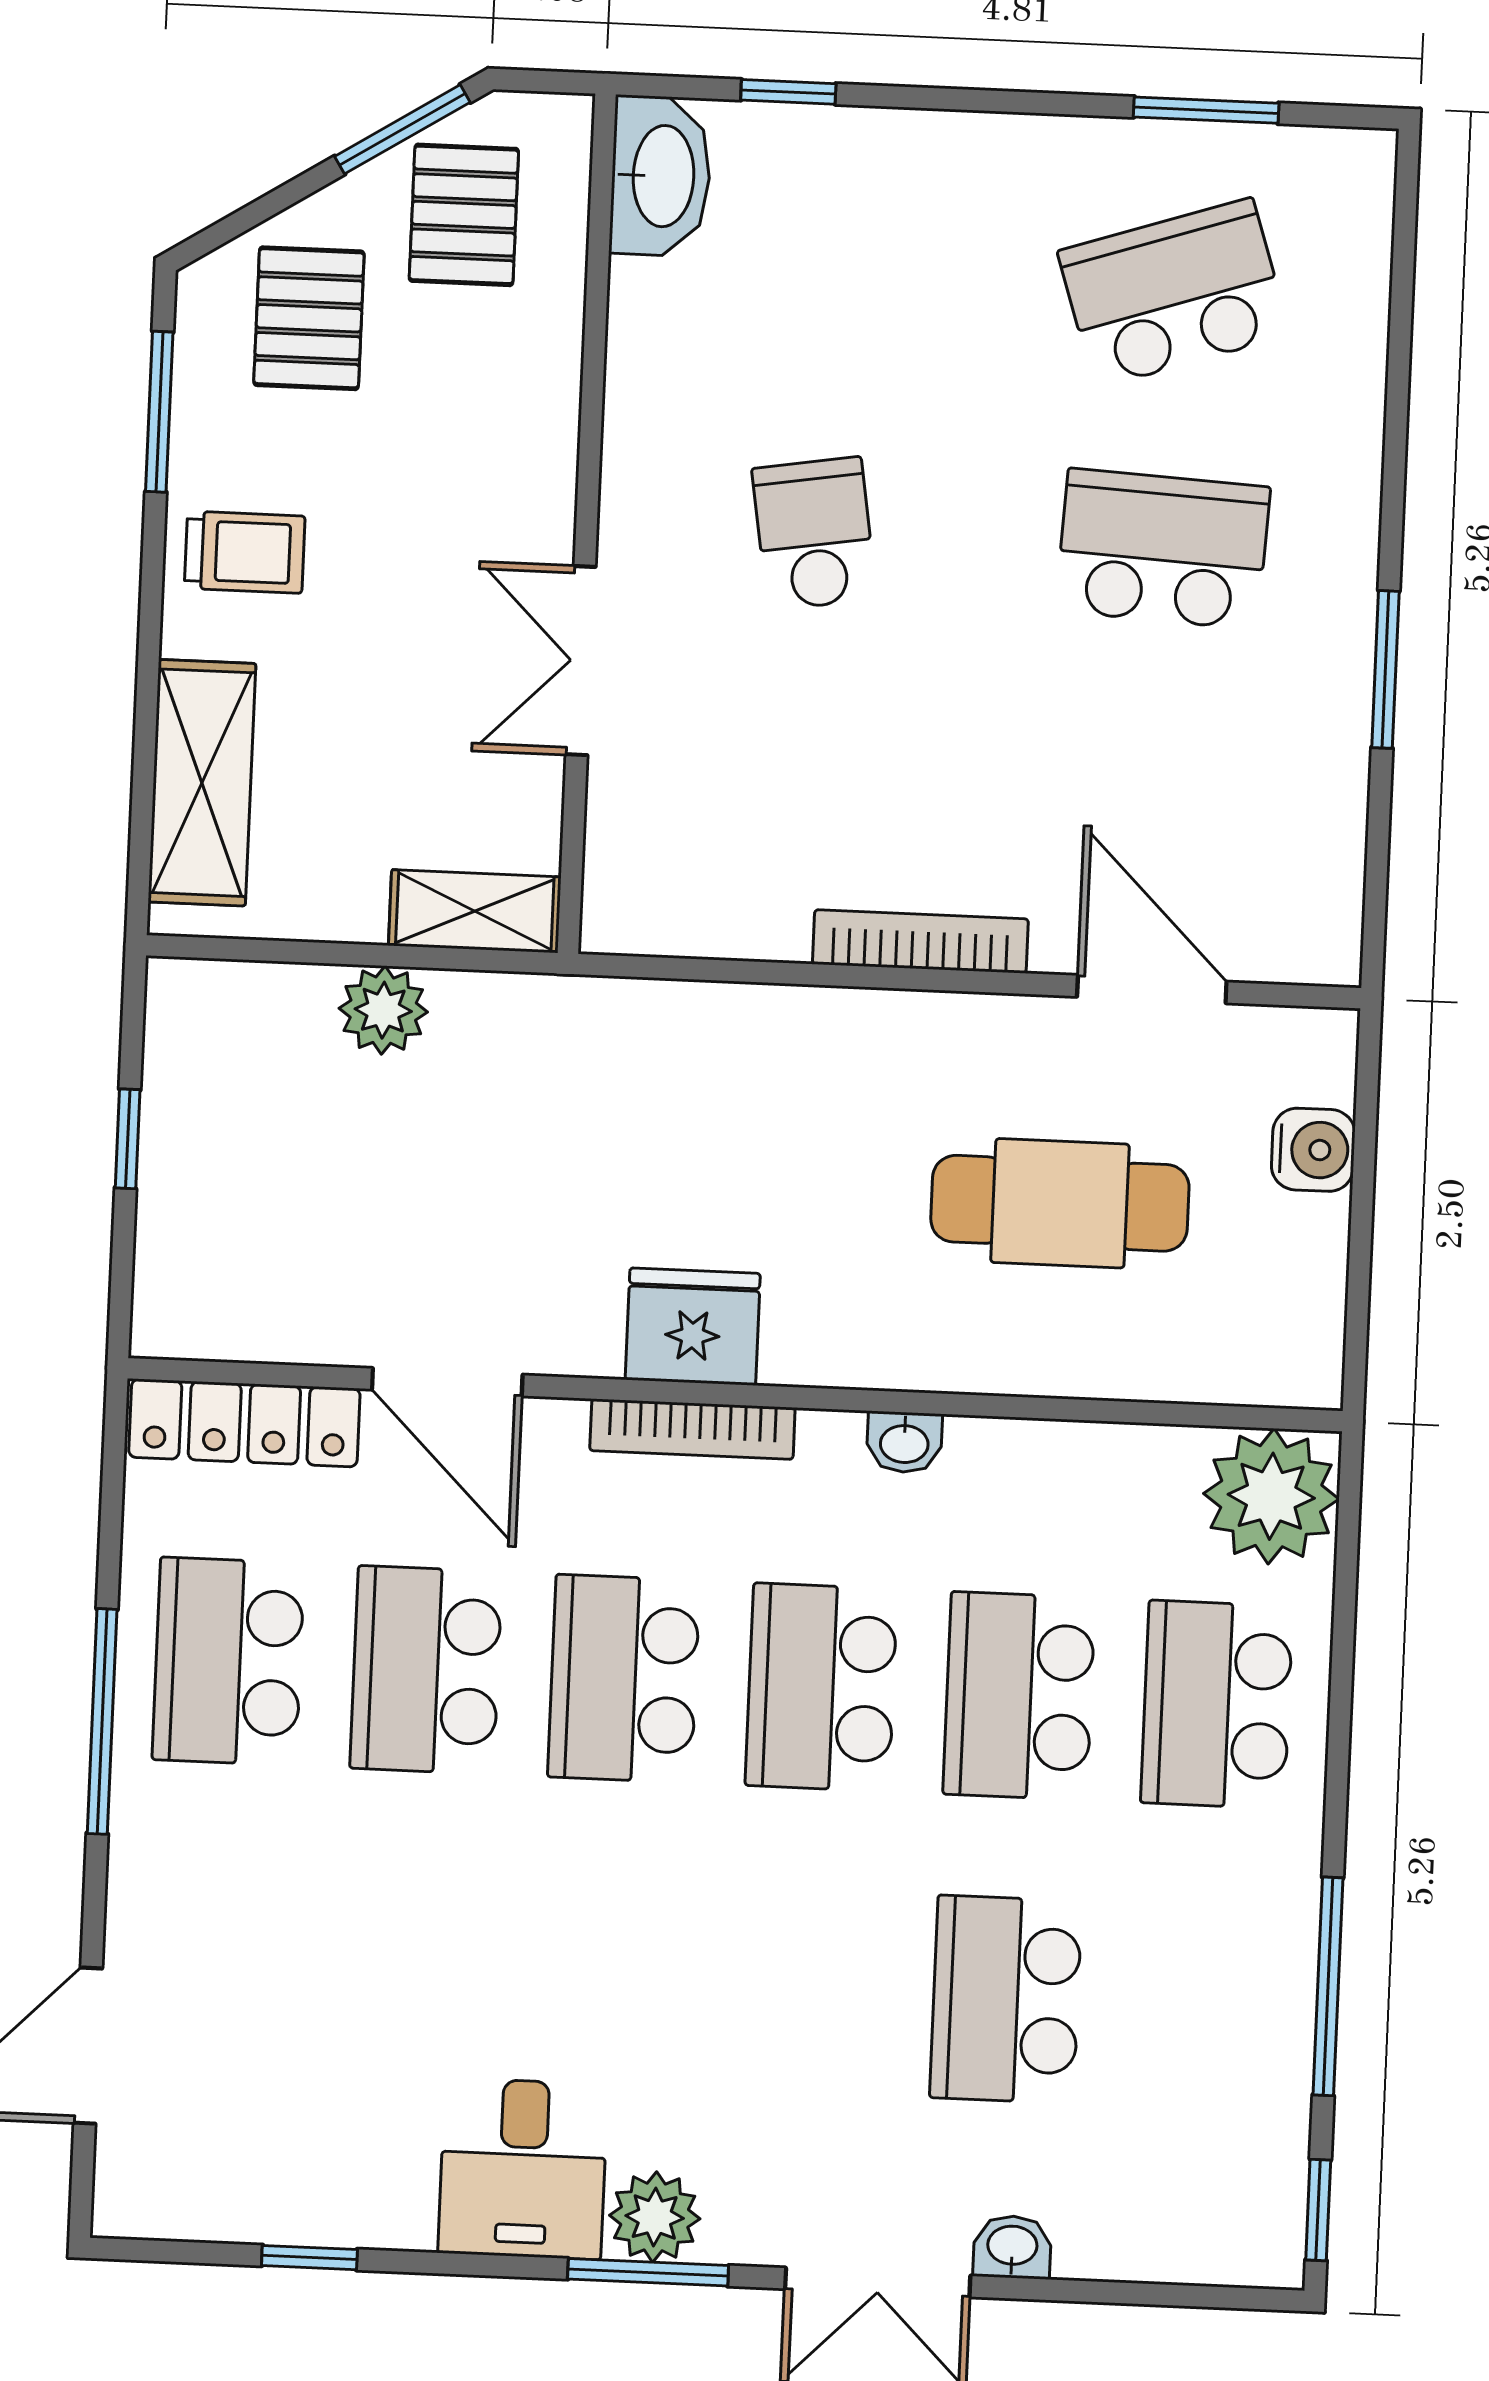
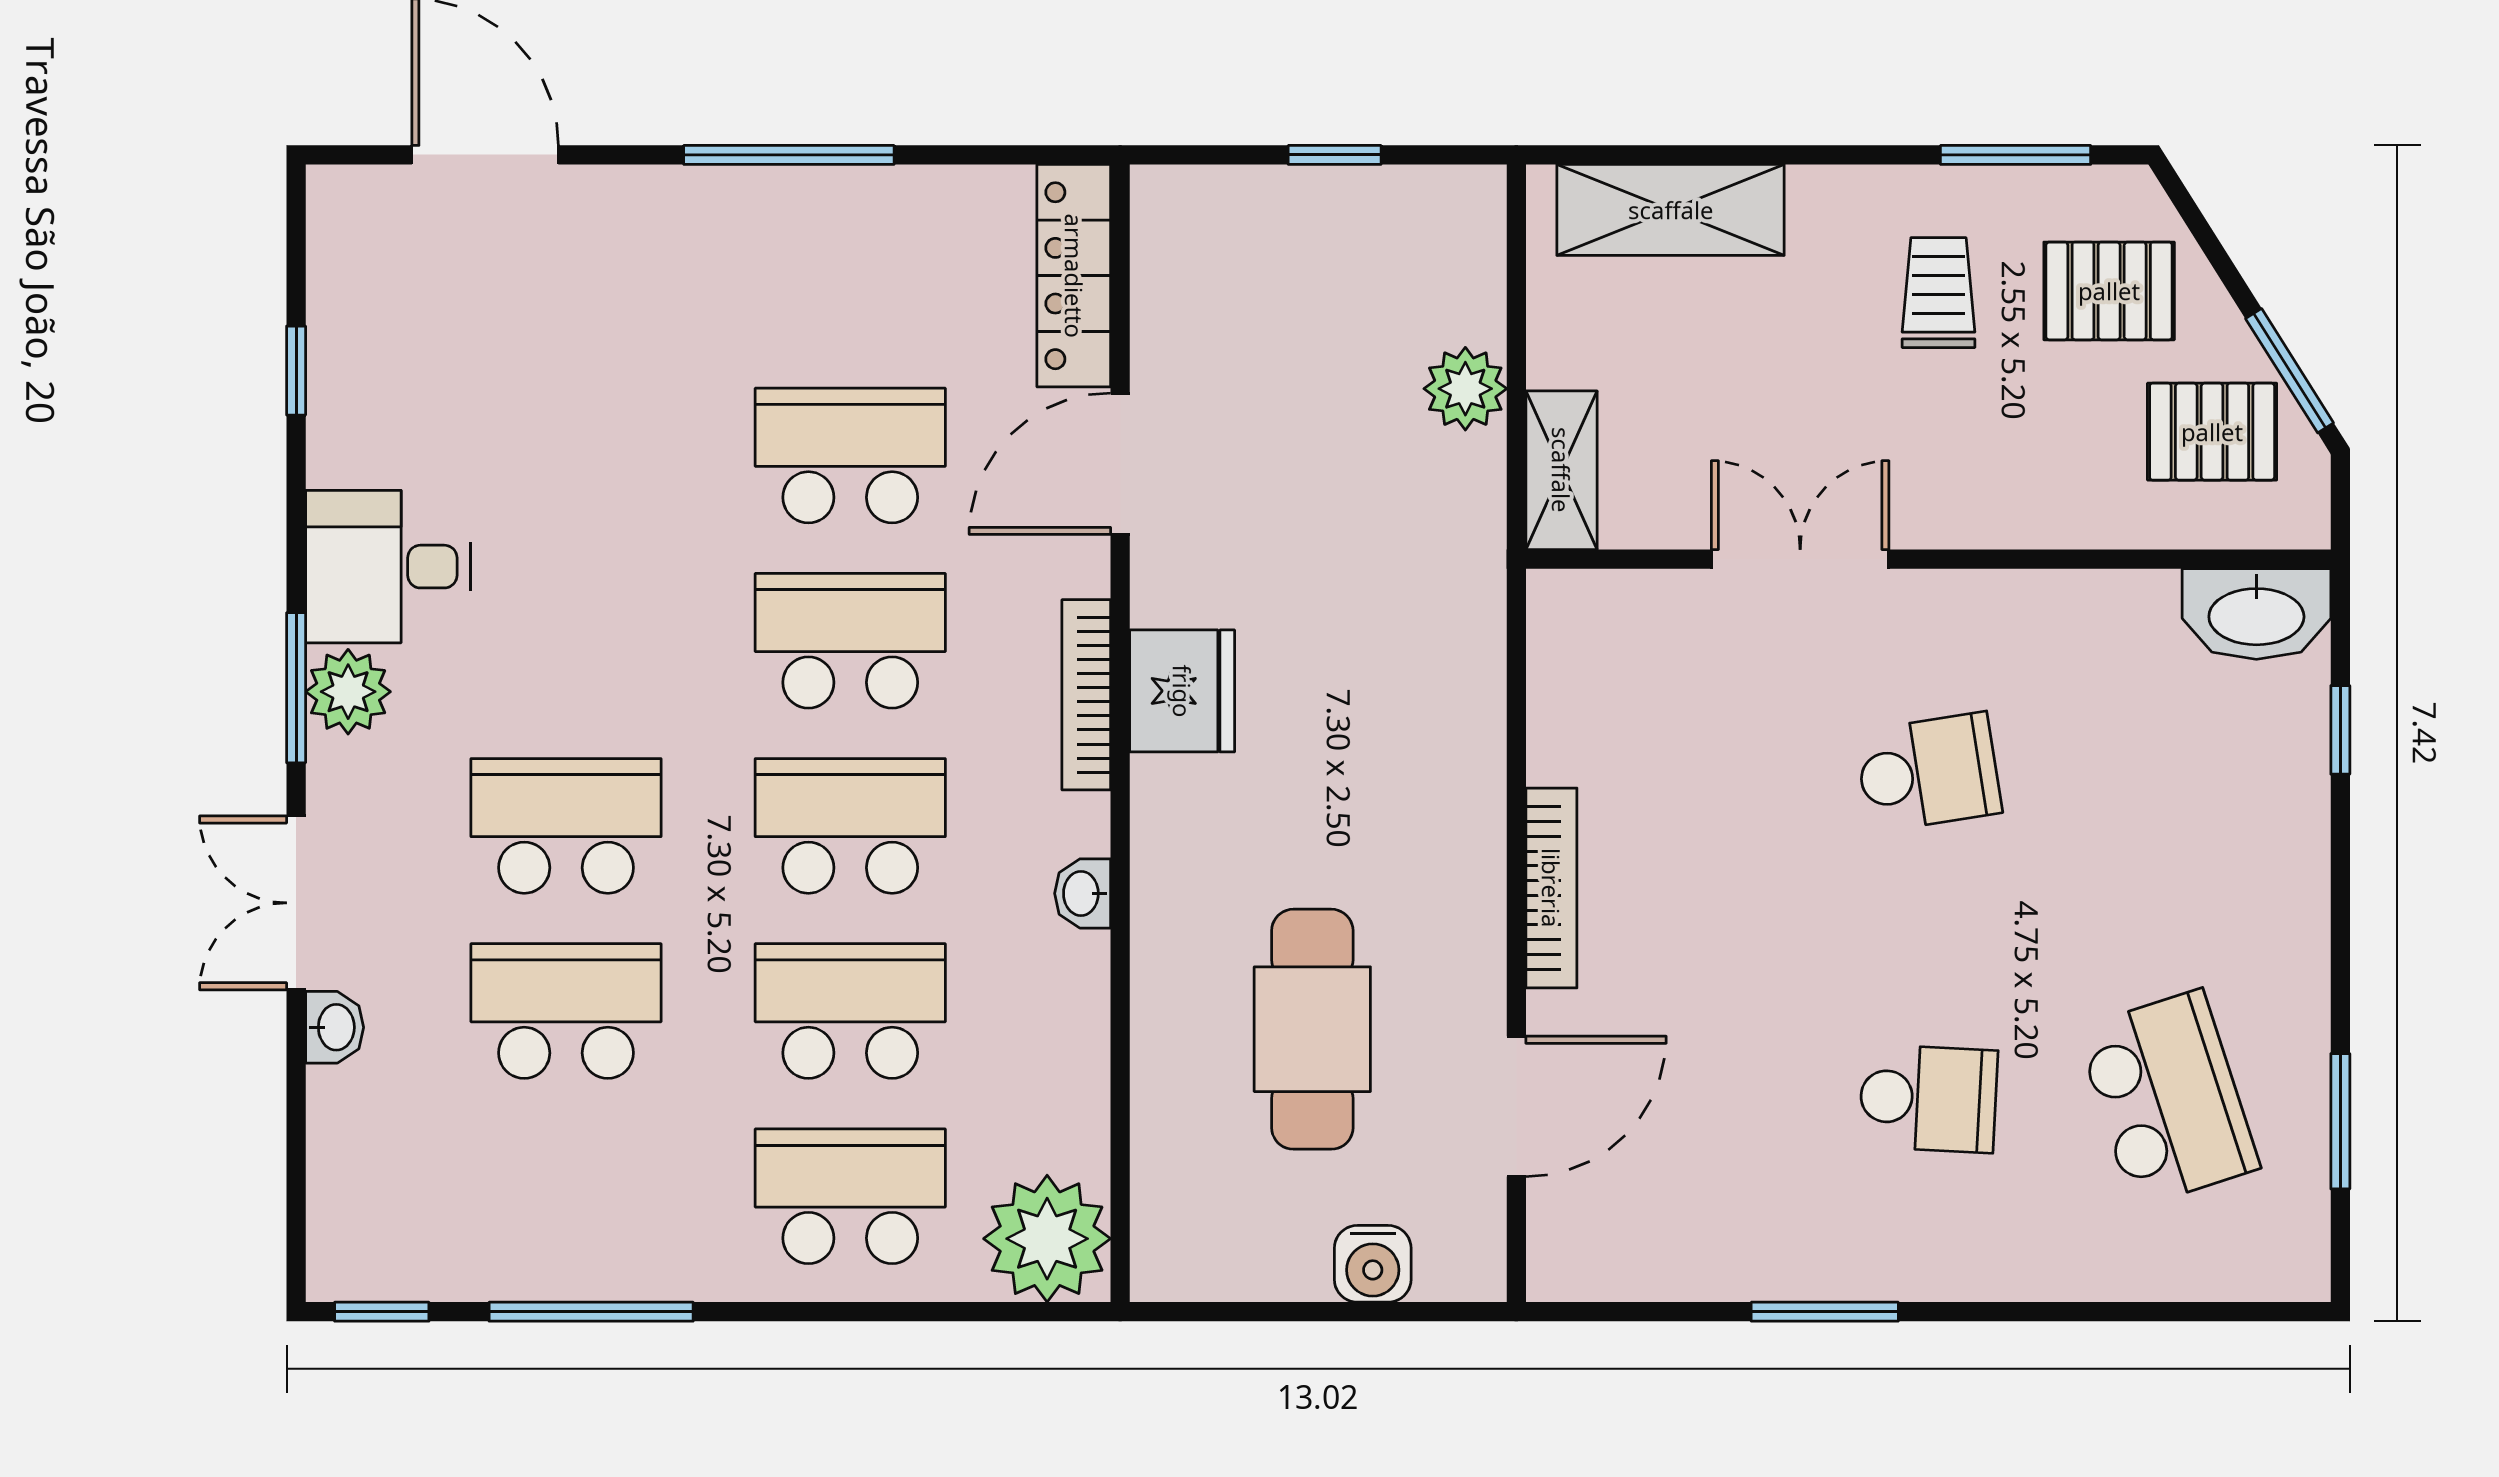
school desk: (1163, 549) -> (1928, 1099), width x0.54
trolley: (245, 552) -> (1938, 293), moved, turned 180
school desk: (228, 1661) -> (566, 826), moved

